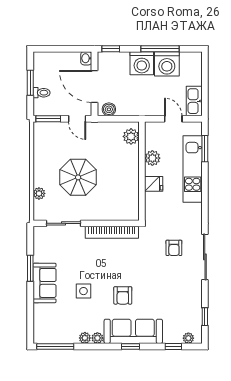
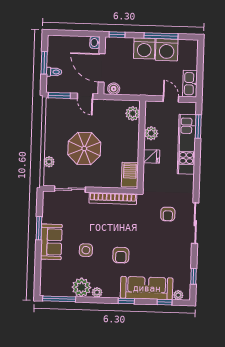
barbecue: (130, 205) -> (130, 175), added
sofa: (133, 331) -> (147, 288), moved
plant: (85, 338) -> (81, 287), width x1.88, depth x1.88

